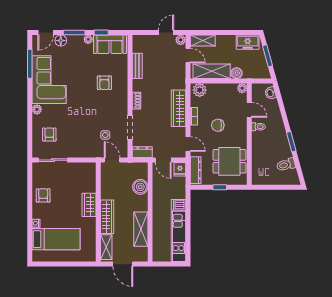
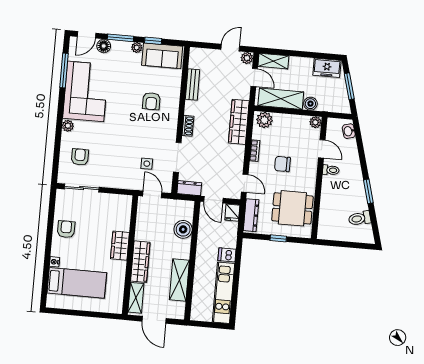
wardrobe: (178, 108) -> (239, 122), moved

